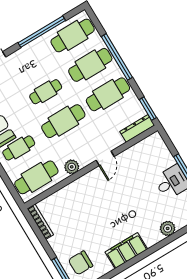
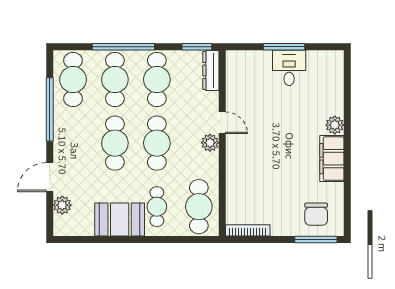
cafe table: (46, 92) -> (115, 143), width x1.37, depth x1.35
plant: (72, 167) -> (210, 143), moved
plant: (168, 228) -> (335, 125), moved

